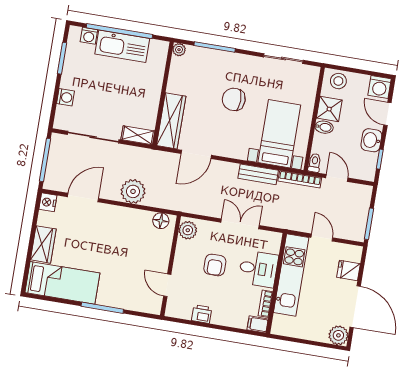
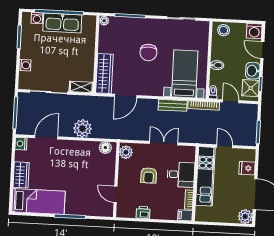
chair: (234, 99) -> (148, 52), turned -90
shower: (329, 109) -> (251, 88), moved

